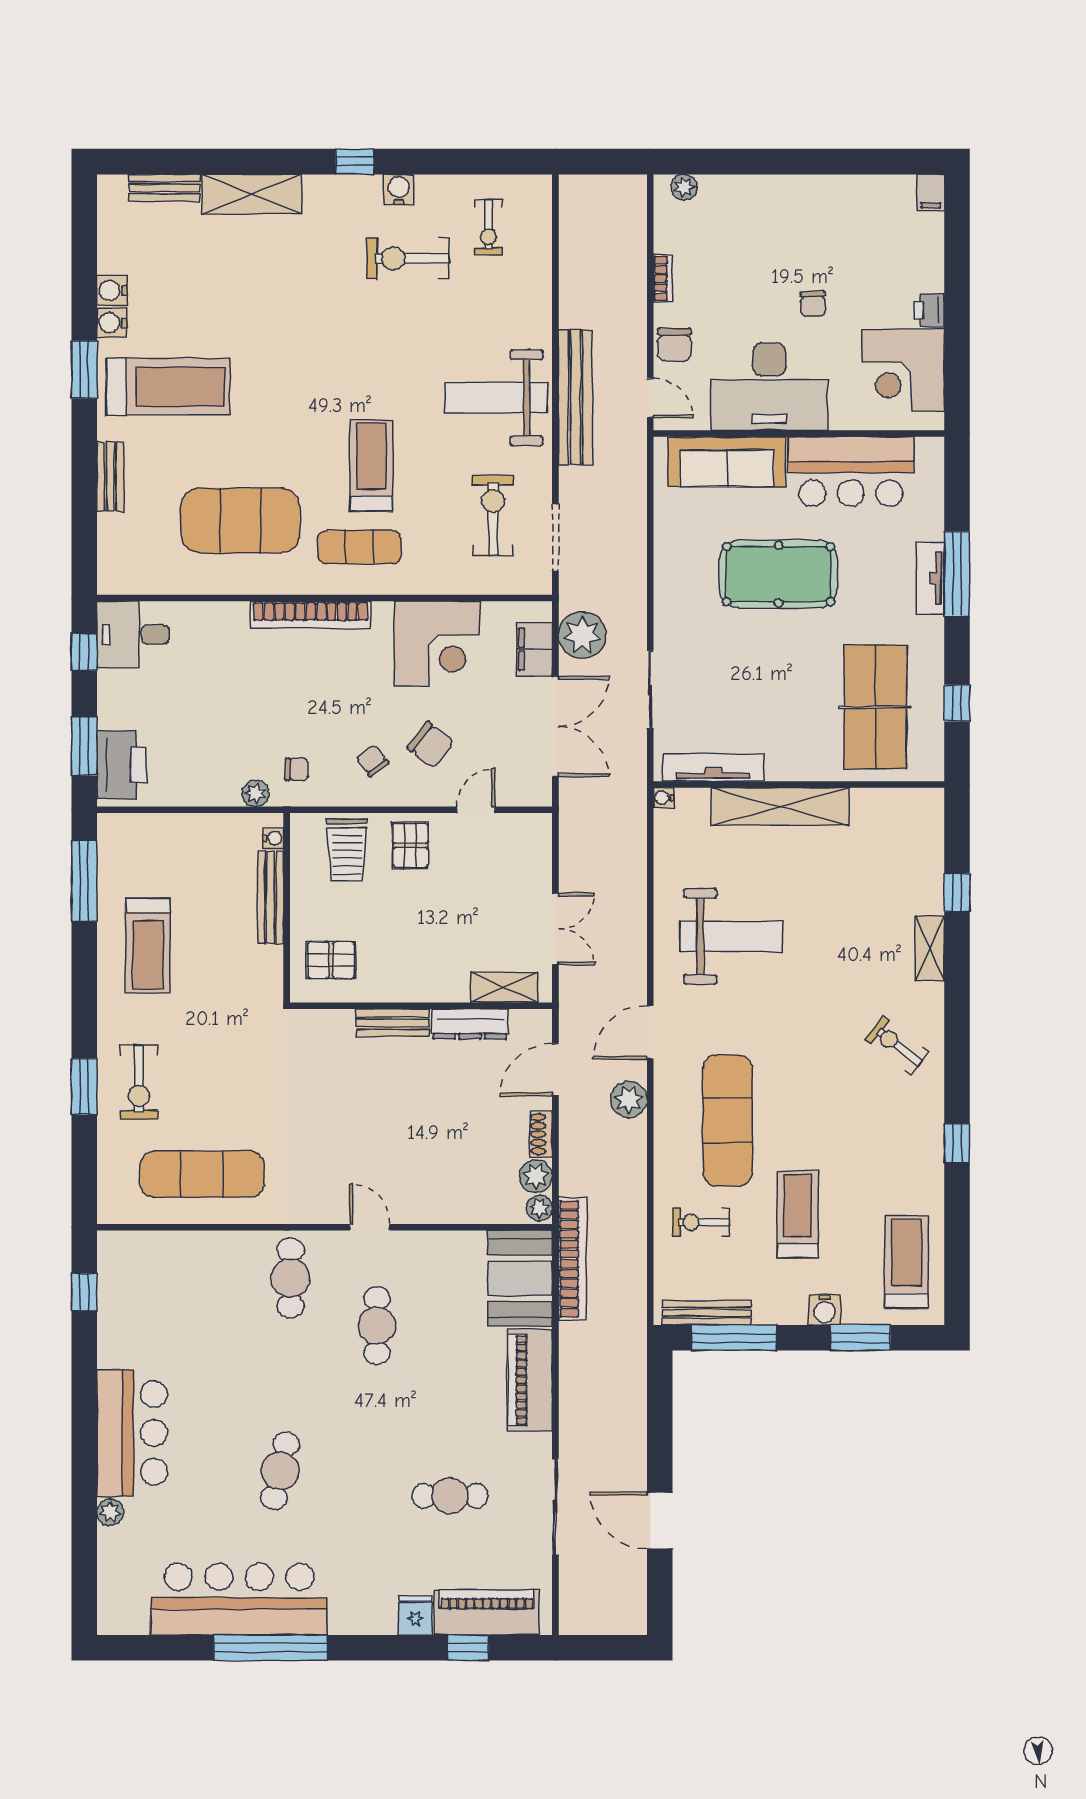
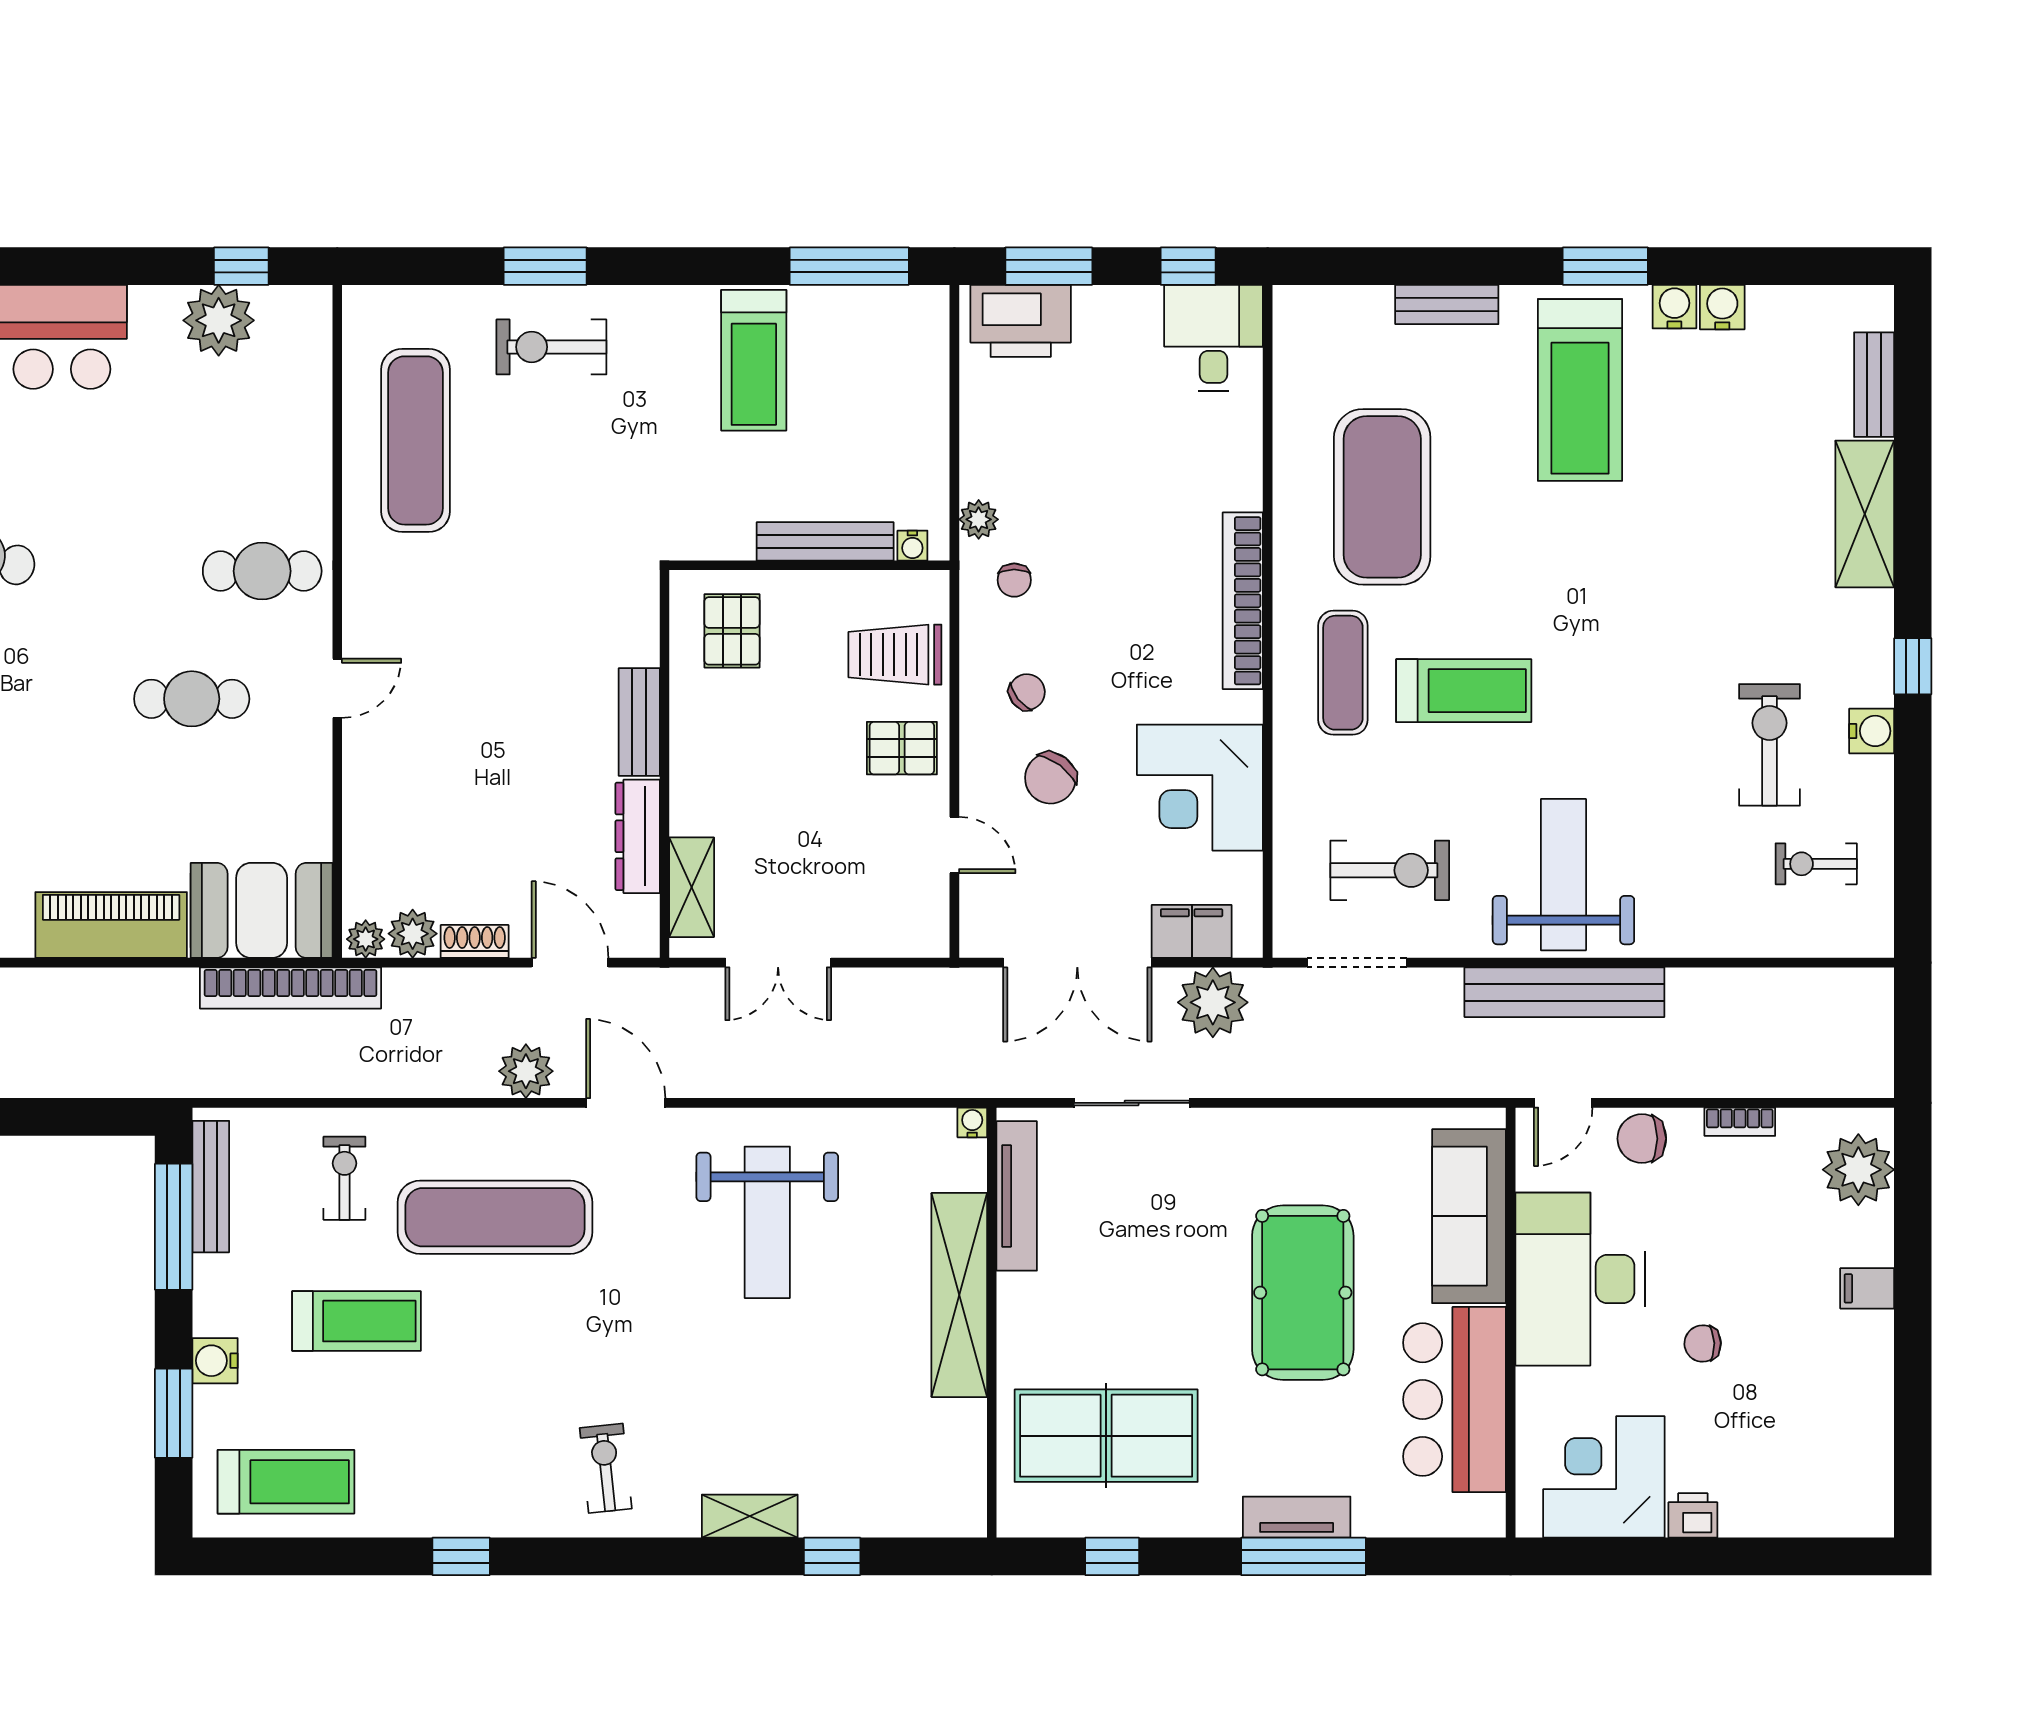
plant: (684, 187) -> (1858, 1170), width x1.88, depth x1.88
filing cabinet: (931, 192) -> (1867, 1288), moved
treadmill: (148, 945) -> (754, 360), turned -90
exercise bike: (897, 1046) -> (606, 1468), turned -44
plant: (121, 1307) -> (219, 320), added

